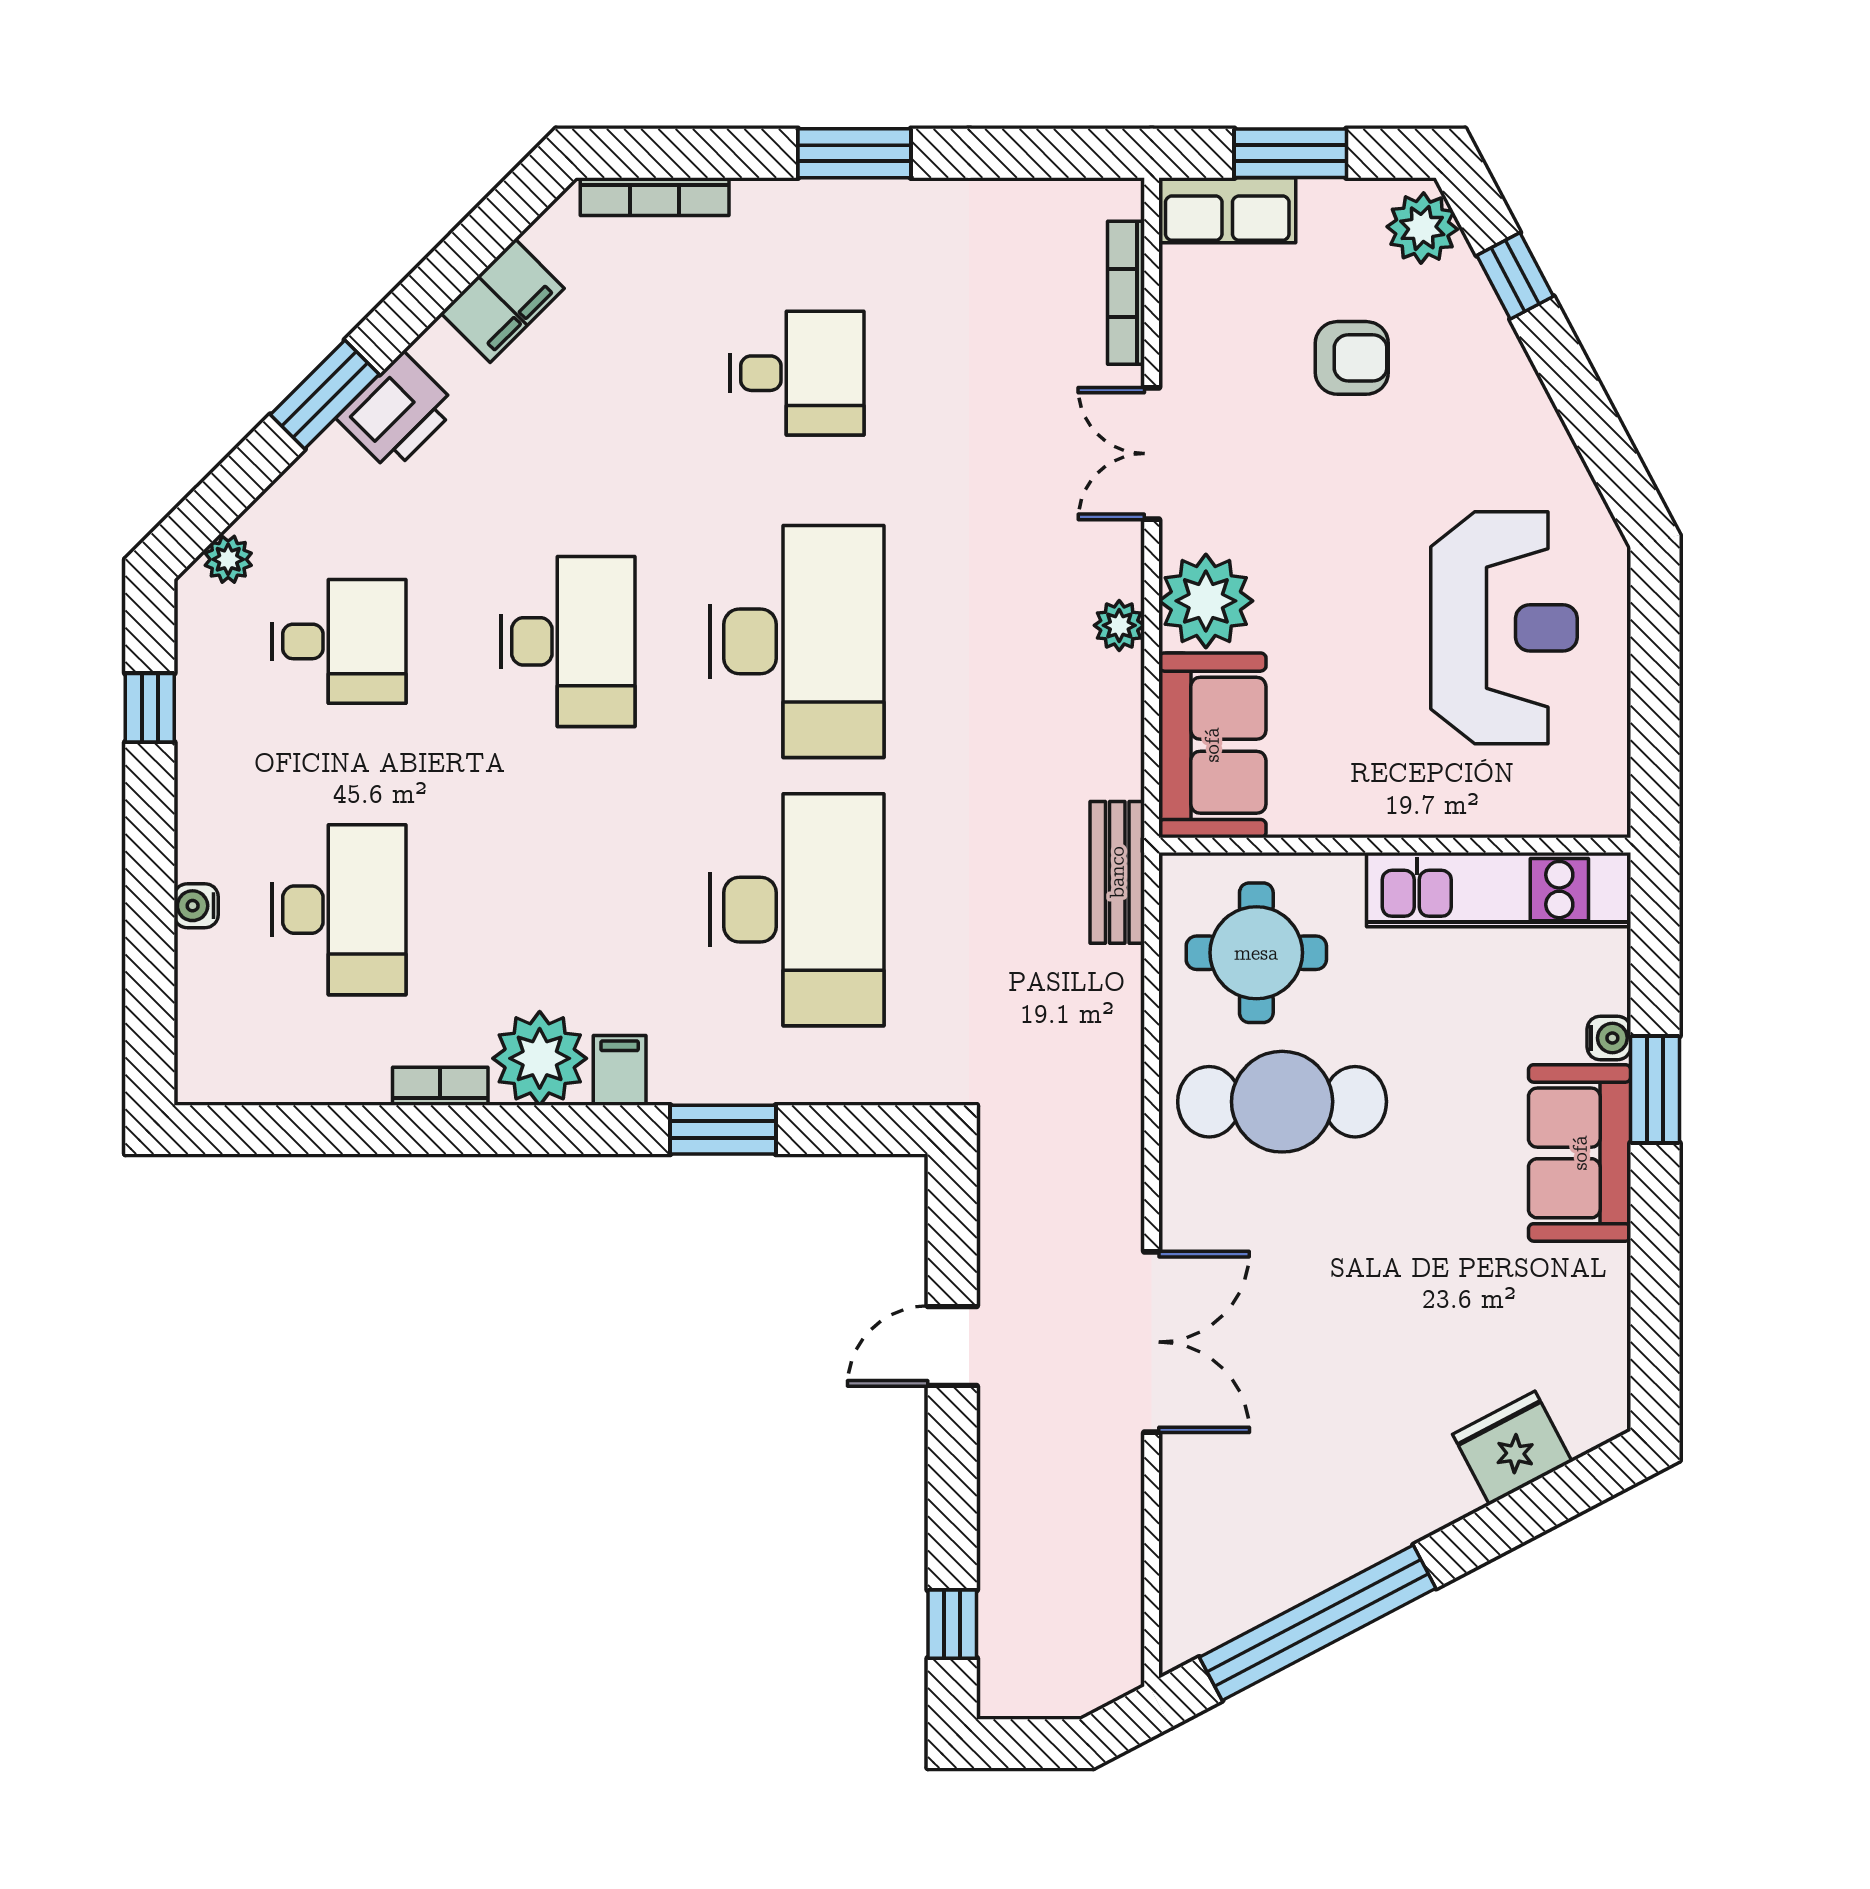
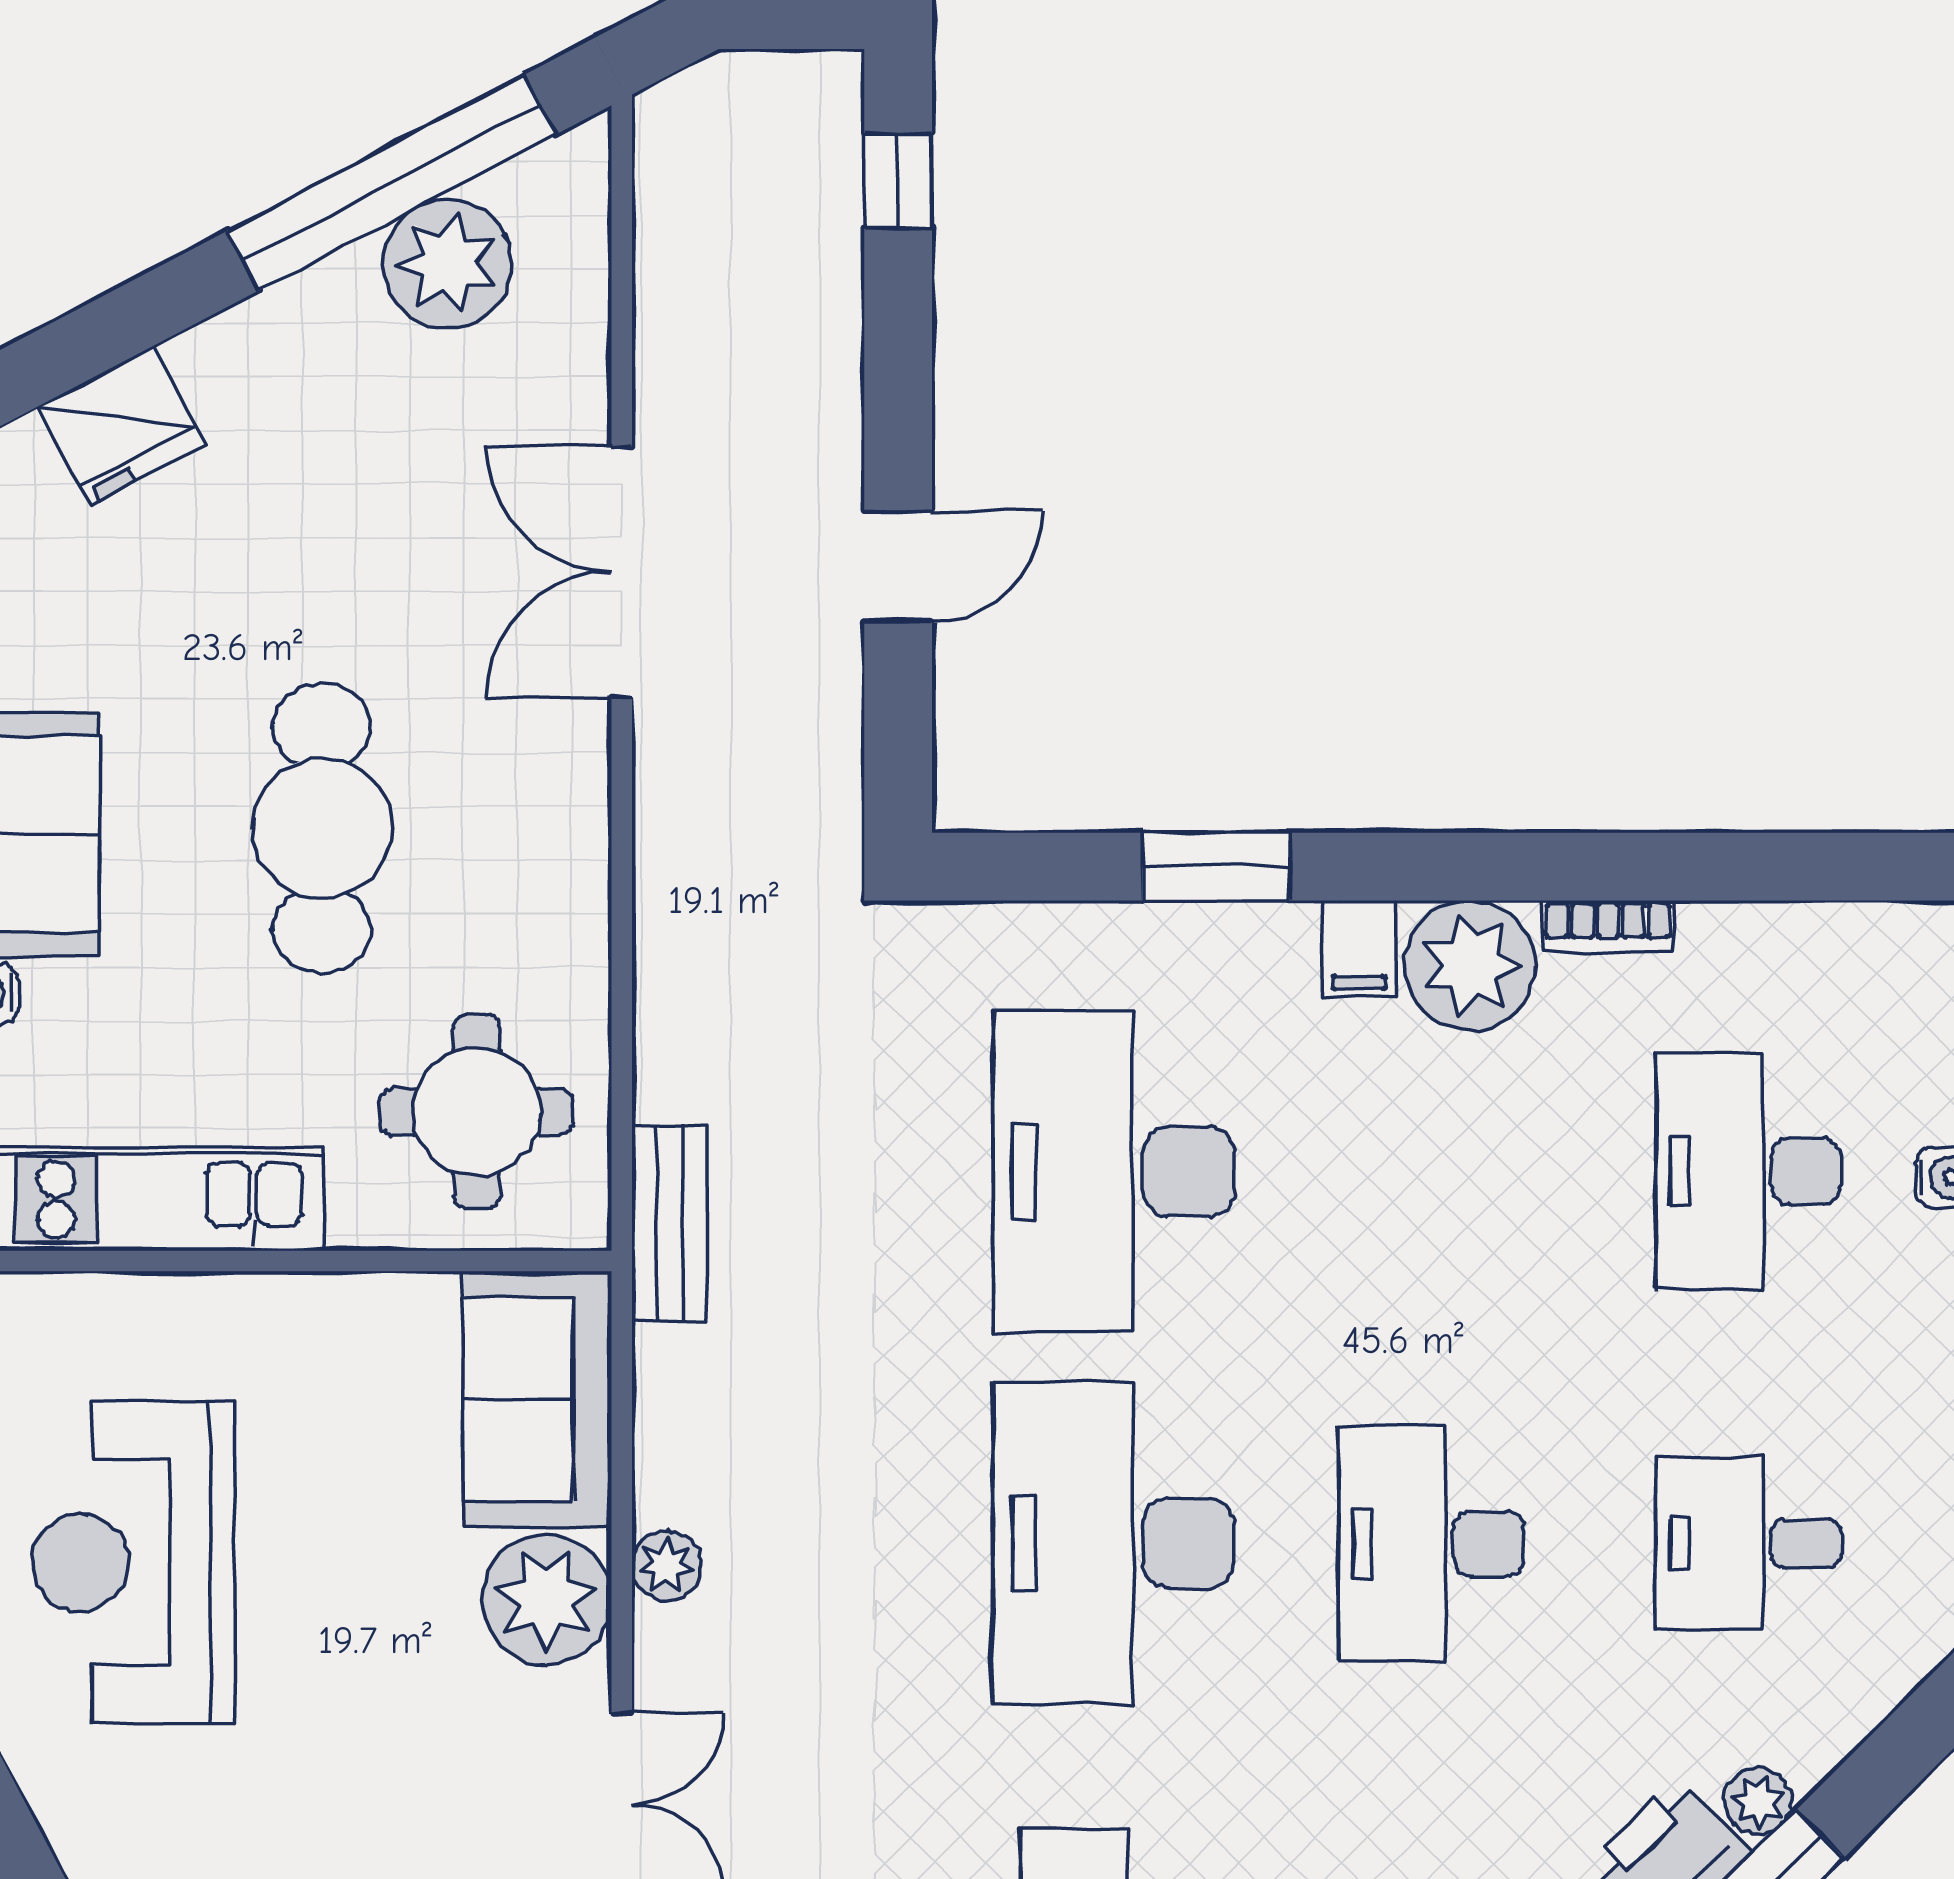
plant: (228, 559) -> (1758, 1801), moved
cafe table: (1282, 1102) -> (322, 828), moved, turned 90
plant: (1277, 1564) -> (448, 264), added

